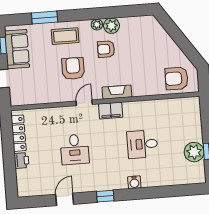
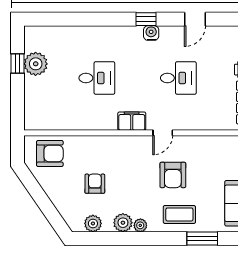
plant: (136, 23) -> (93, 223), added
armchair: (106, 49) -> (95, 184), moved, turned -90
fireplace: (117, 92) -> (122, 143), removed
desk: (75, 149) -> (178, 78), turned 90
water cooler: (134, 182) -> (151, 33), moved

